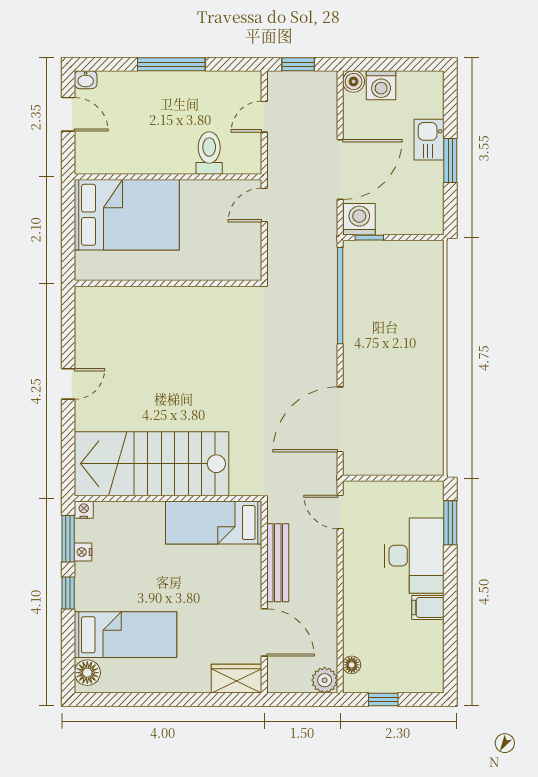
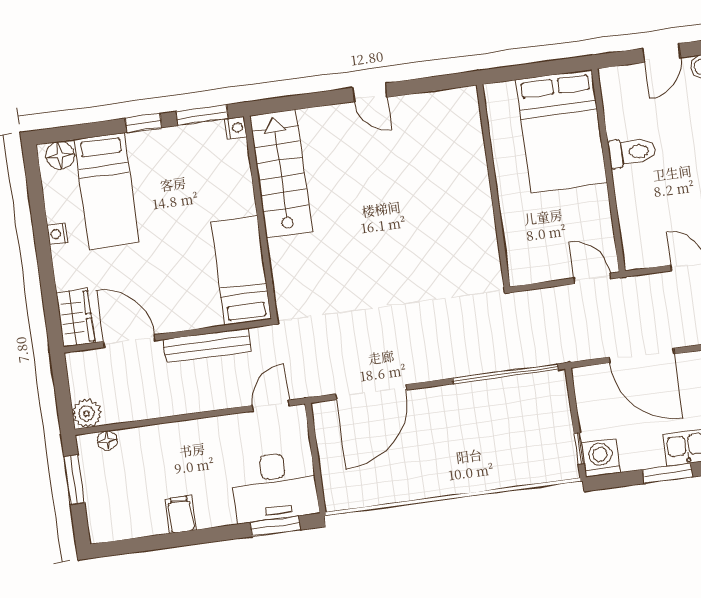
toilet: (209, 153) -> (632, 152), moved
washing machine: (359, 219) -> (601, 458), moved, turned -90
window: (369, 238) -> (579, 448), moved
door: (340, 419) -> (371, 392), swing flipped
stairs: (152, 464) -> (281, 174), width x0.73, depth x0.66
nightstand: (83, 552) -> (58, 234), moved, turned -90
desk: (414, 556) -> (275, 487), moved
door: (264, 632) -> (129, 341), swing flipped
window: (383, 700) -> (74, 480), width x1.50

